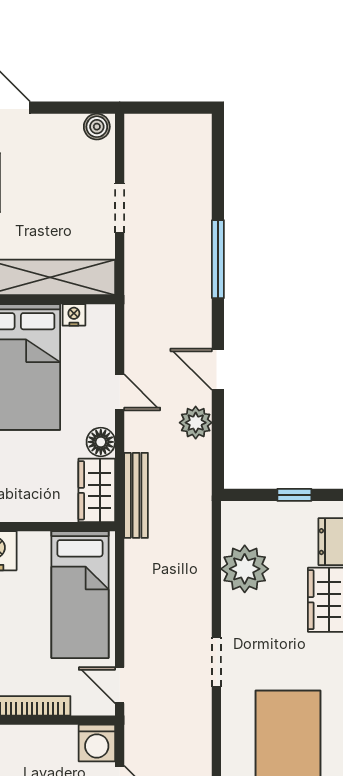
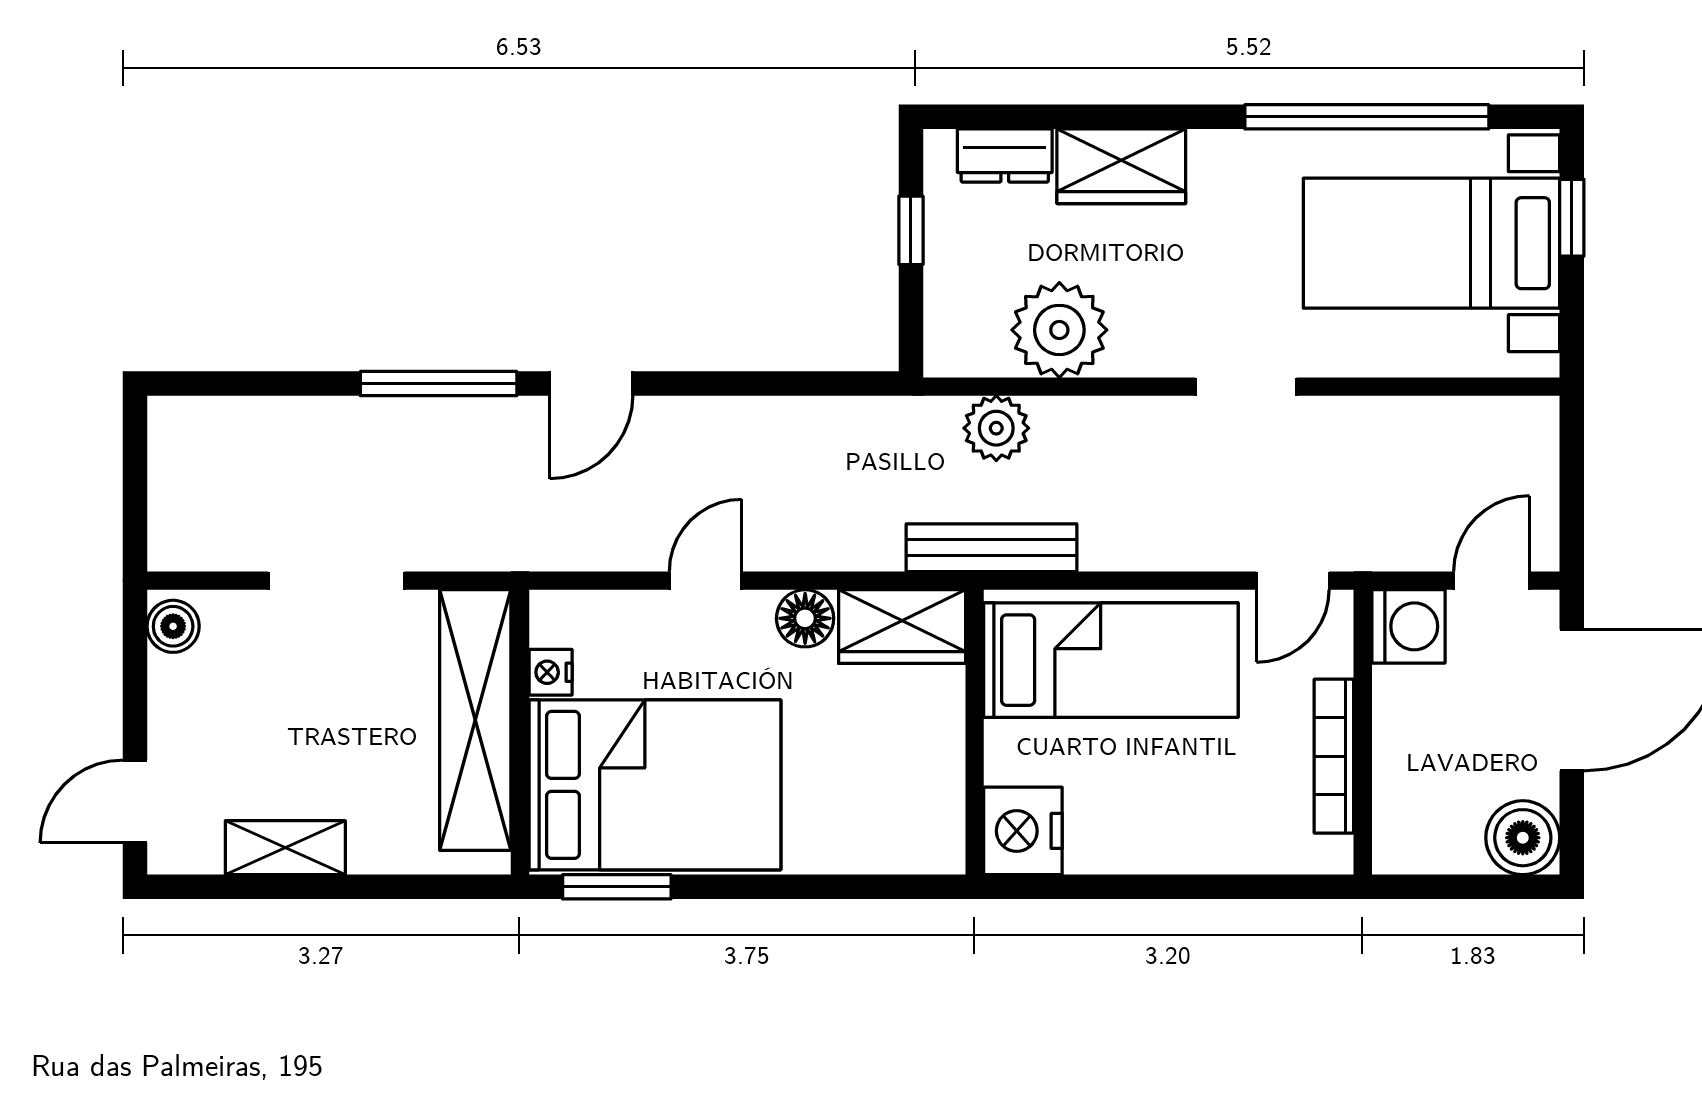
doorway: (120, 208) -> (336, 581), width x1.38
door: (218, 369) -> (591, 384), moved
plant: (196, 423) -> (996, 428), moved
bench: (136, 495) -> (992, 548), moved

